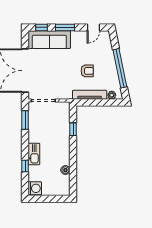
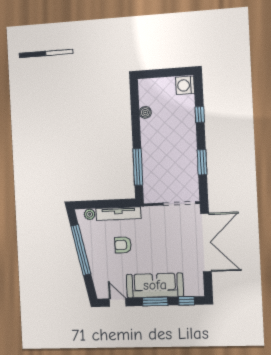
door: (93, 27) -> (118, 302), hinge flipped
sofa: (49, 40) -> (155, 285), moved
window: (25, 120) -> (202, 162), moved
window: (73, 129) -> (138, 167), width x2.17
kitchen sink: (34, 154) -> (189, 131), removed

